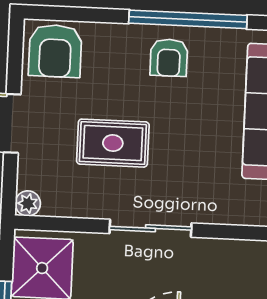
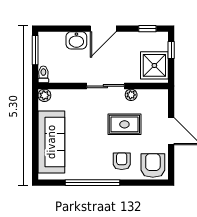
armchair: (169, 58) -> (122, 161), moved
plant: (28, 203) -> (131, 95), moved

